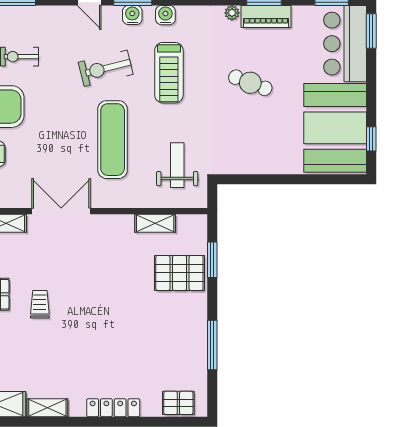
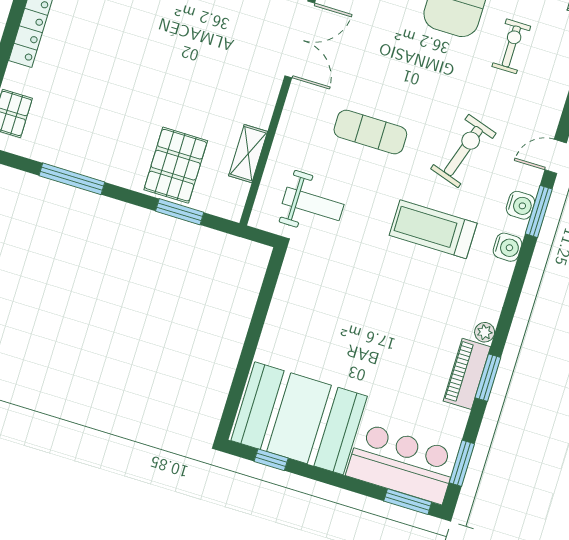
exercise bike: (106, 68) -> (463, 151), turned 32
cafe table: (250, 83) -> (389, 328), removed
exercise mat: (113, 140) -> (370, 132), width x0.73, depth x0.69

